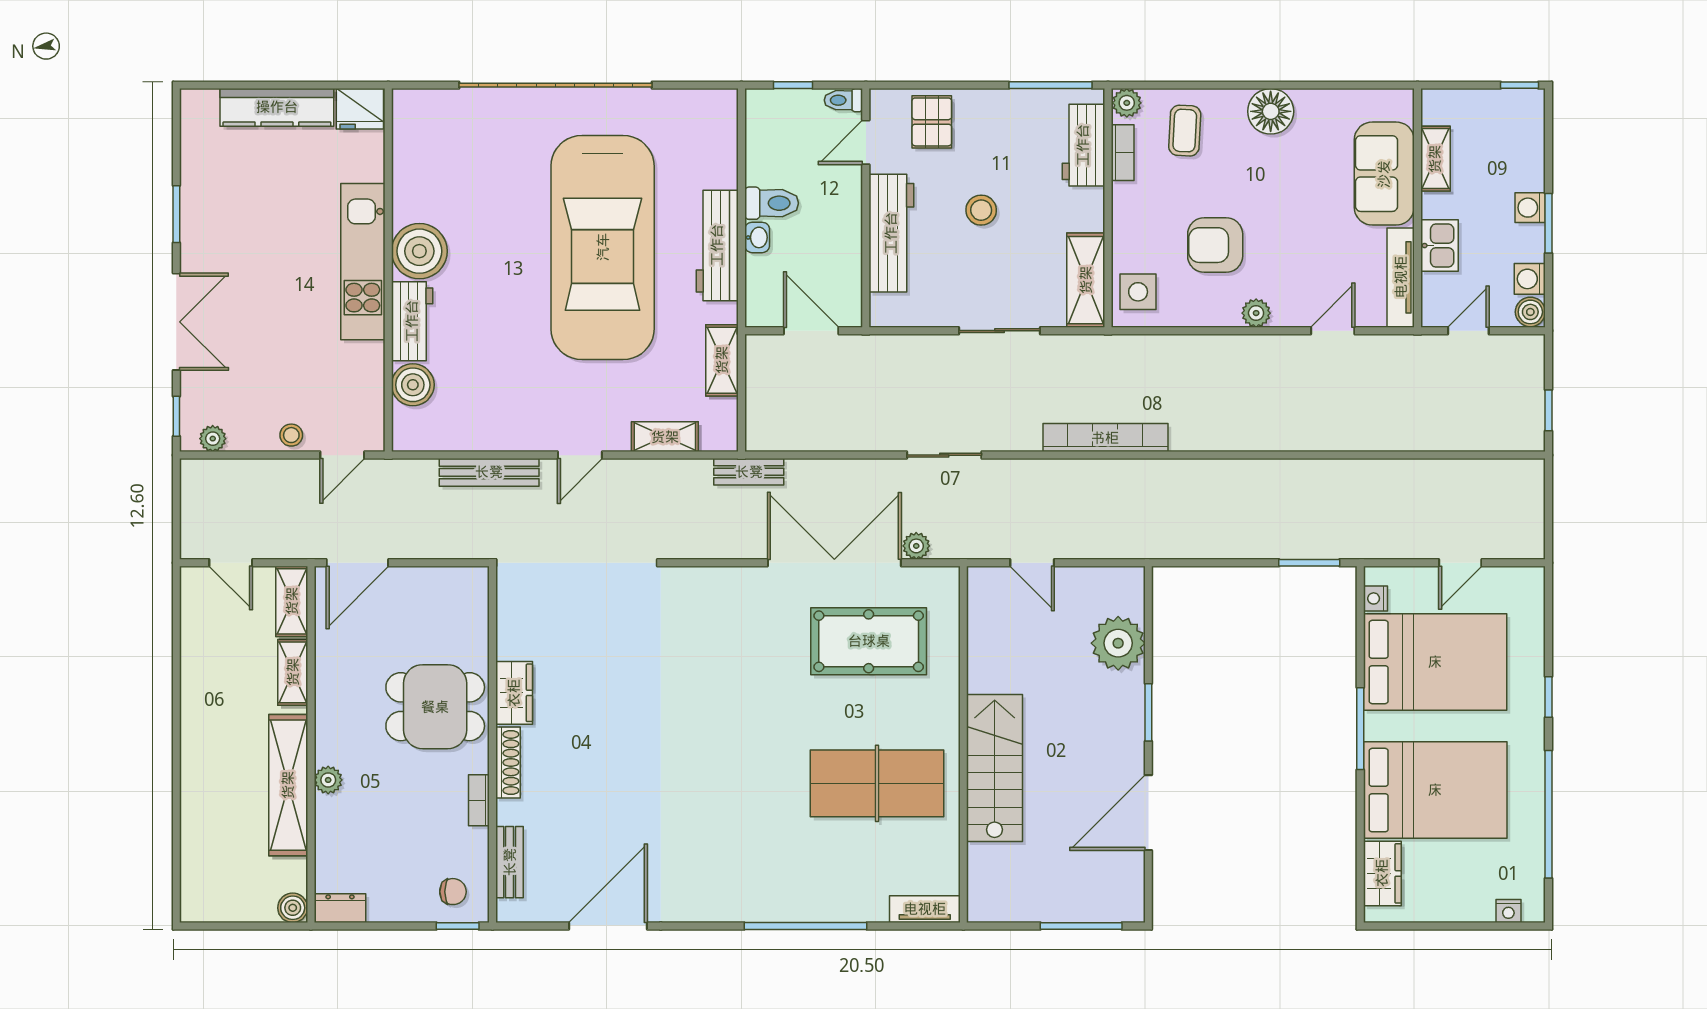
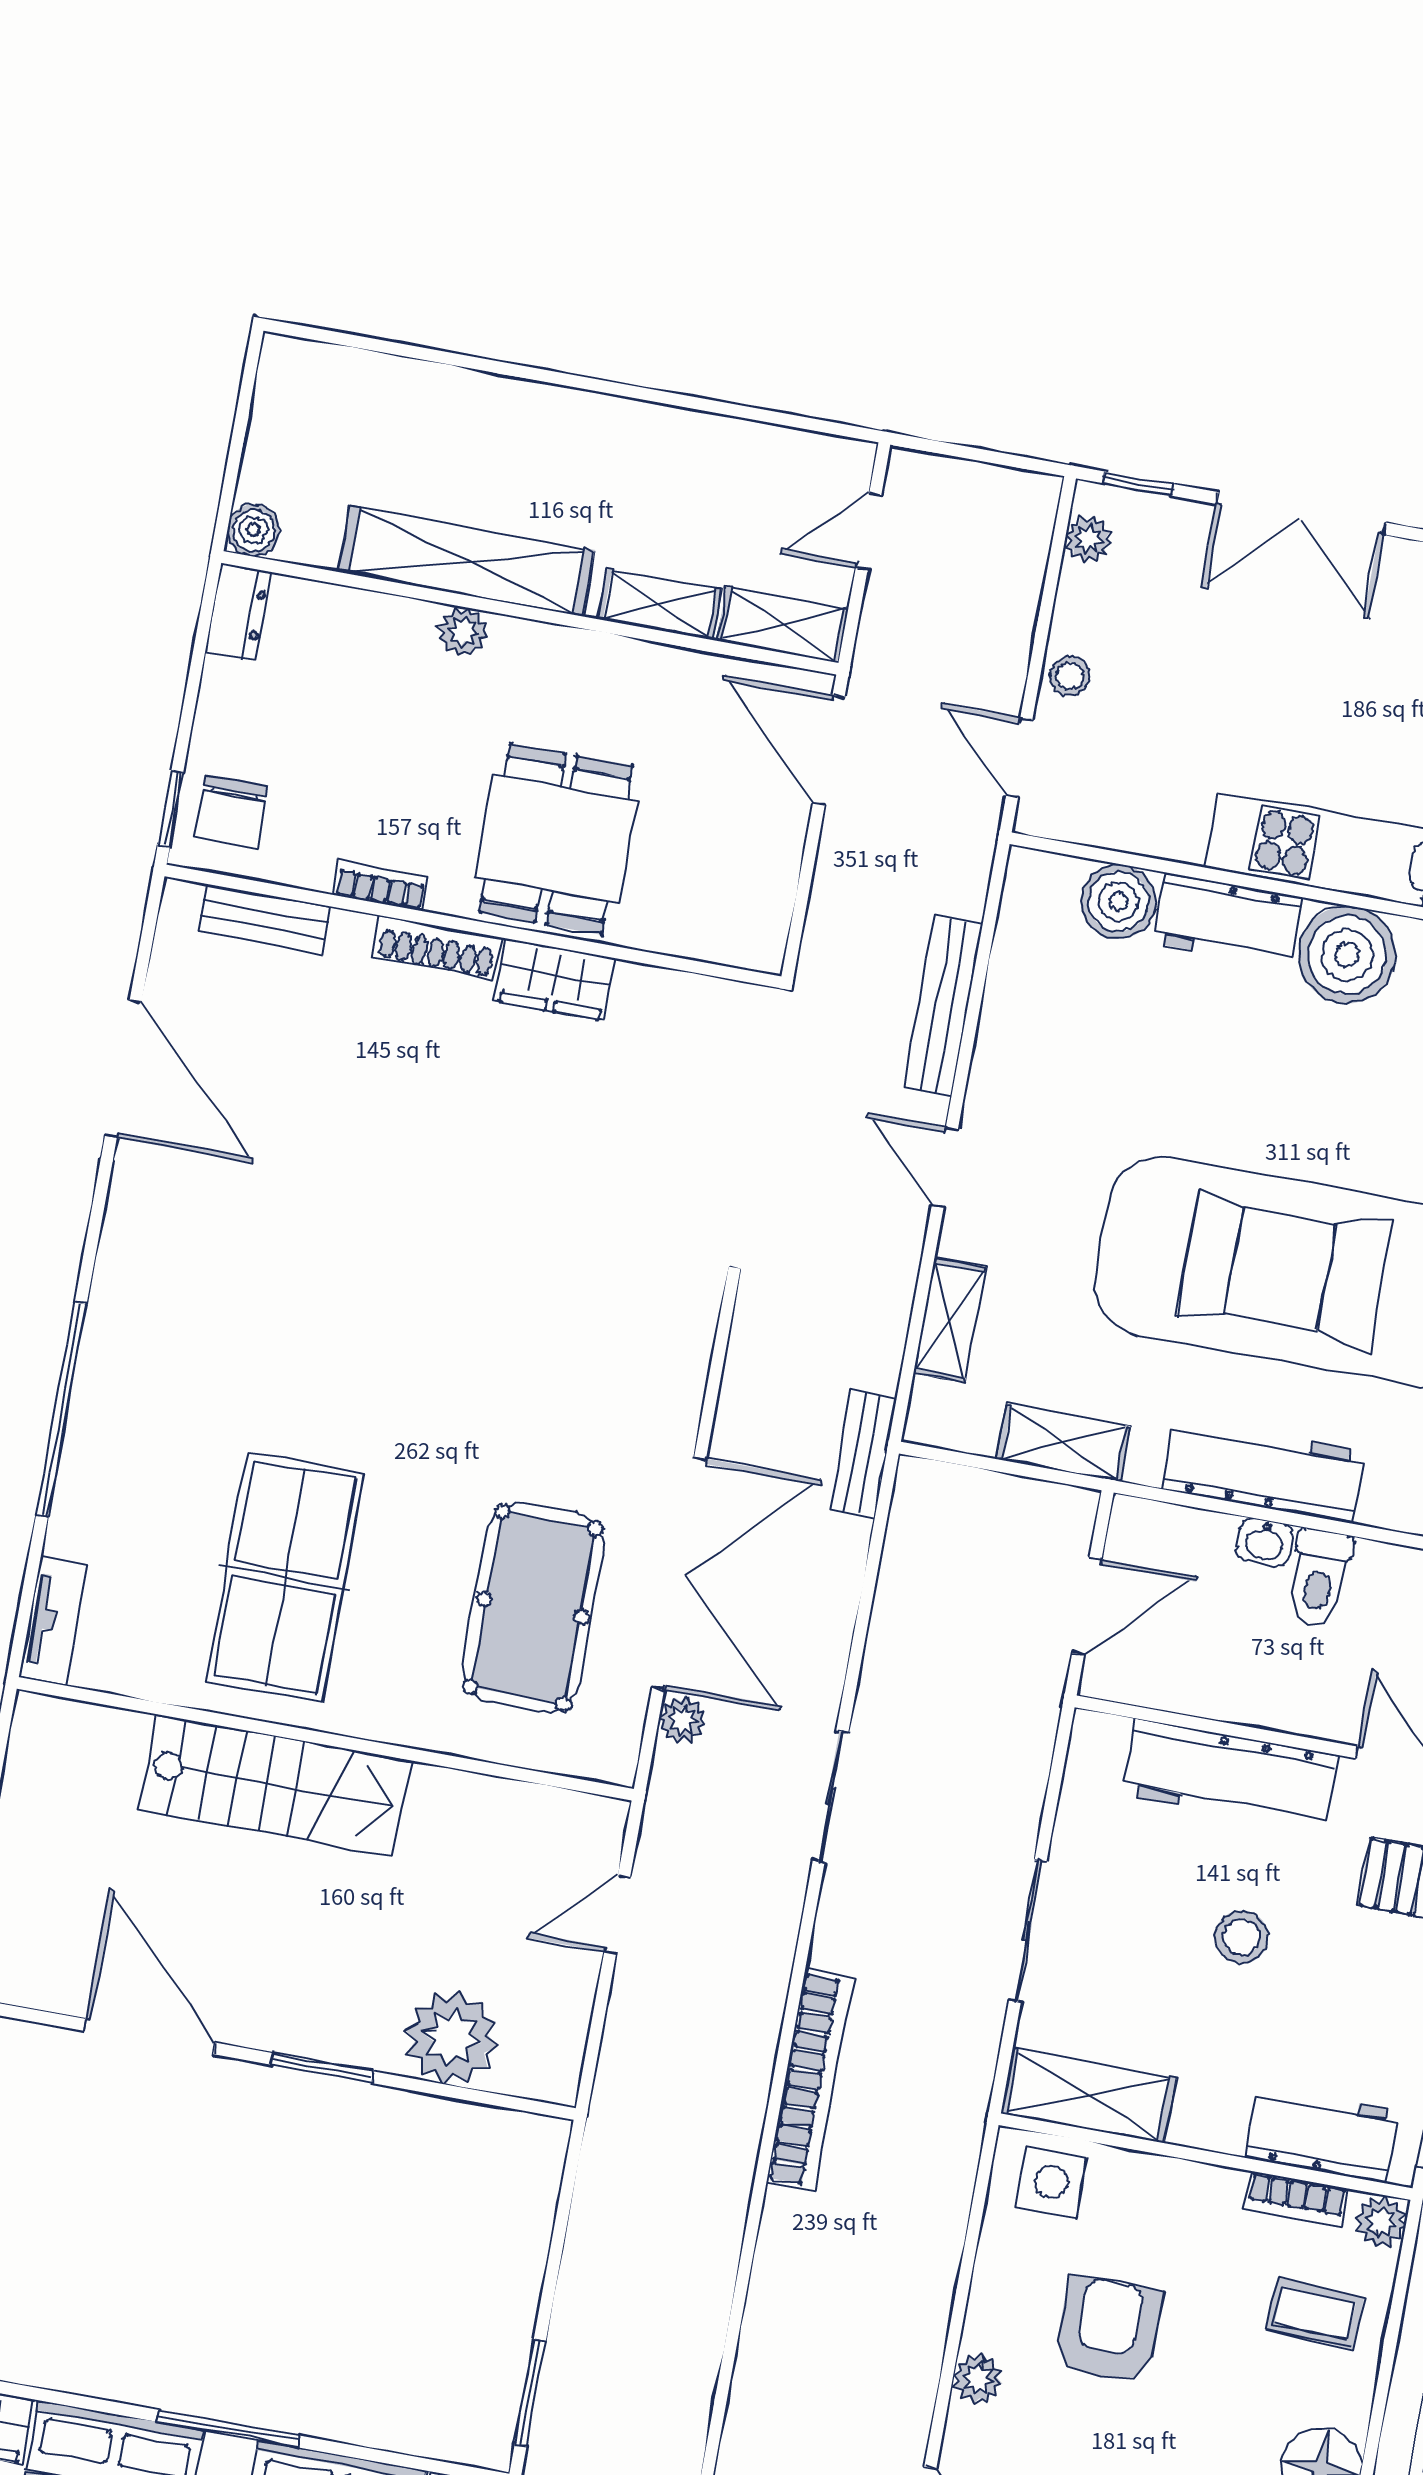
chair: (453, 892) -> (231, 812), width x1.37, depth x1.37

